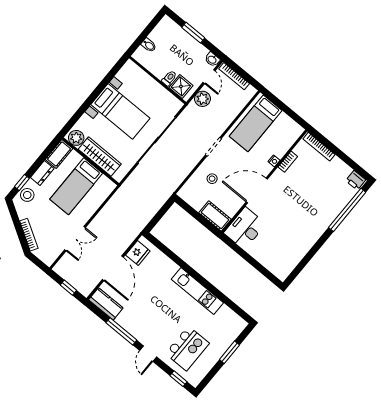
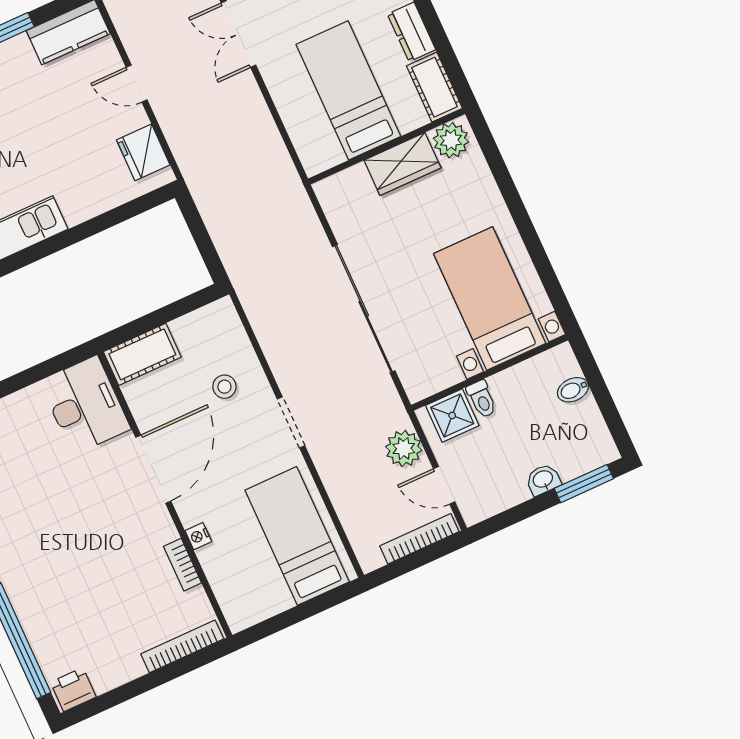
window: (193, 33) -> (584, 484), moved
washbasin: (212, 59) -> (543, 480), moved
bed with nightstands: (120, 111) -> (490, 299), moved, turned 90
wardrobe: (100, 157) -> (402, 164), width x0.67
door: (113, 268) -> (137, 84), width x0.53

